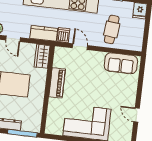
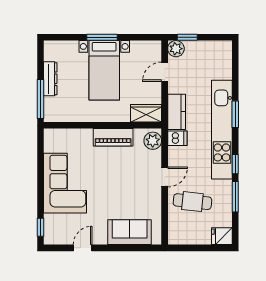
door: (80, 47) -> (165, 177), moved
plant: (63, 54) -> (153, 141), added
sofa: (121, 63) -> (130, 232), moved, turned 90

